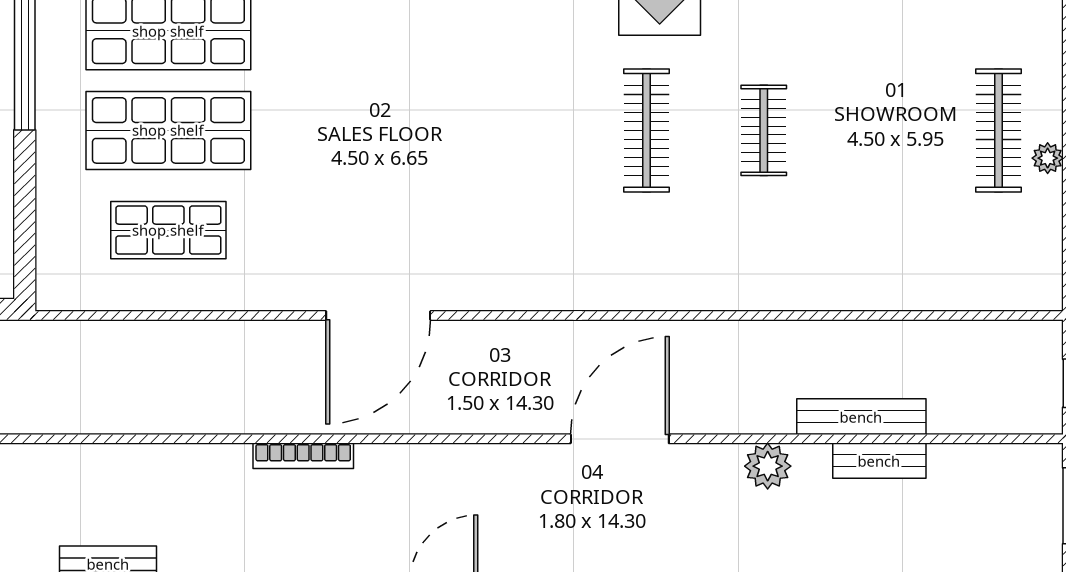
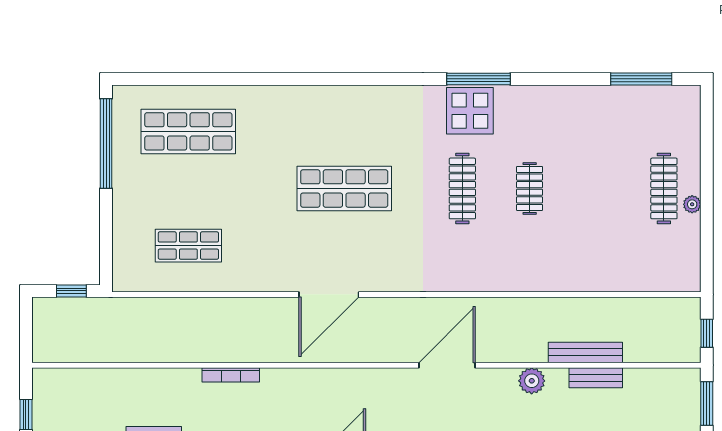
shop shelf: (168, 130) -> (344, 188), moved
door: (378, 315) -> (329, 294), moved
bookcase: (303, 456) -> (231, 375), moved

